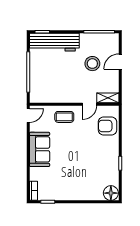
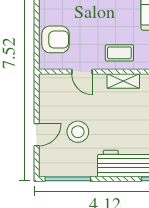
shelving: (108, 98) -> (123, 81), moved
door: (90, 104) -> (82, 72), swing flipped

